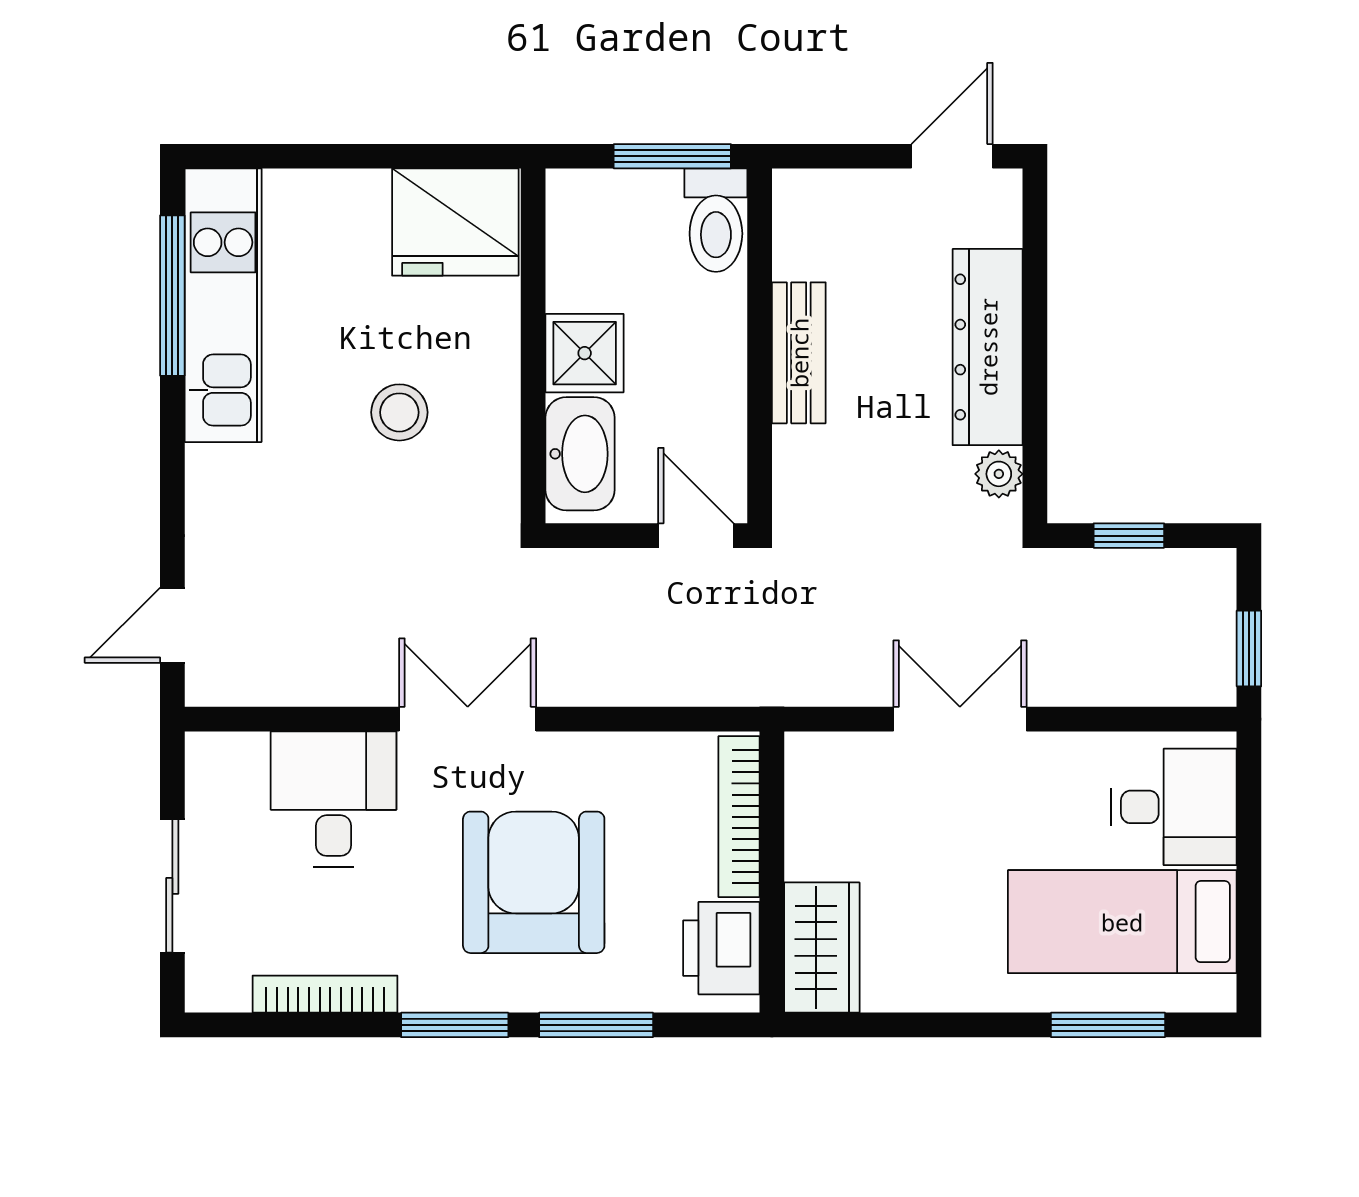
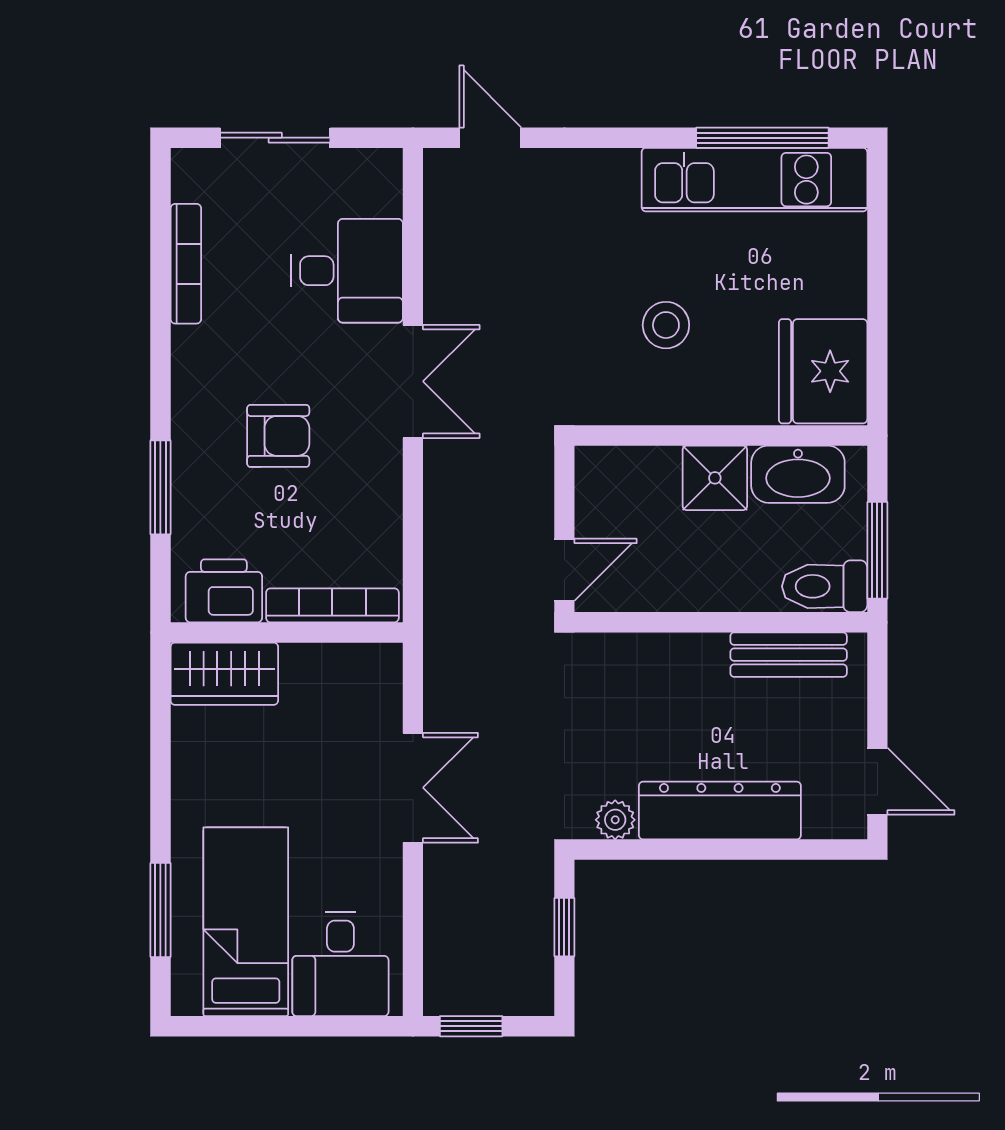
bench: (799, 353) -> (789, 655), moved
washbasin: (580, 454) -> (798, 474), moved
armchair: (534, 882) -> (278, 436), width x0.53, depth x0.53
window: (455, 1025) -> (160, 371), removed

